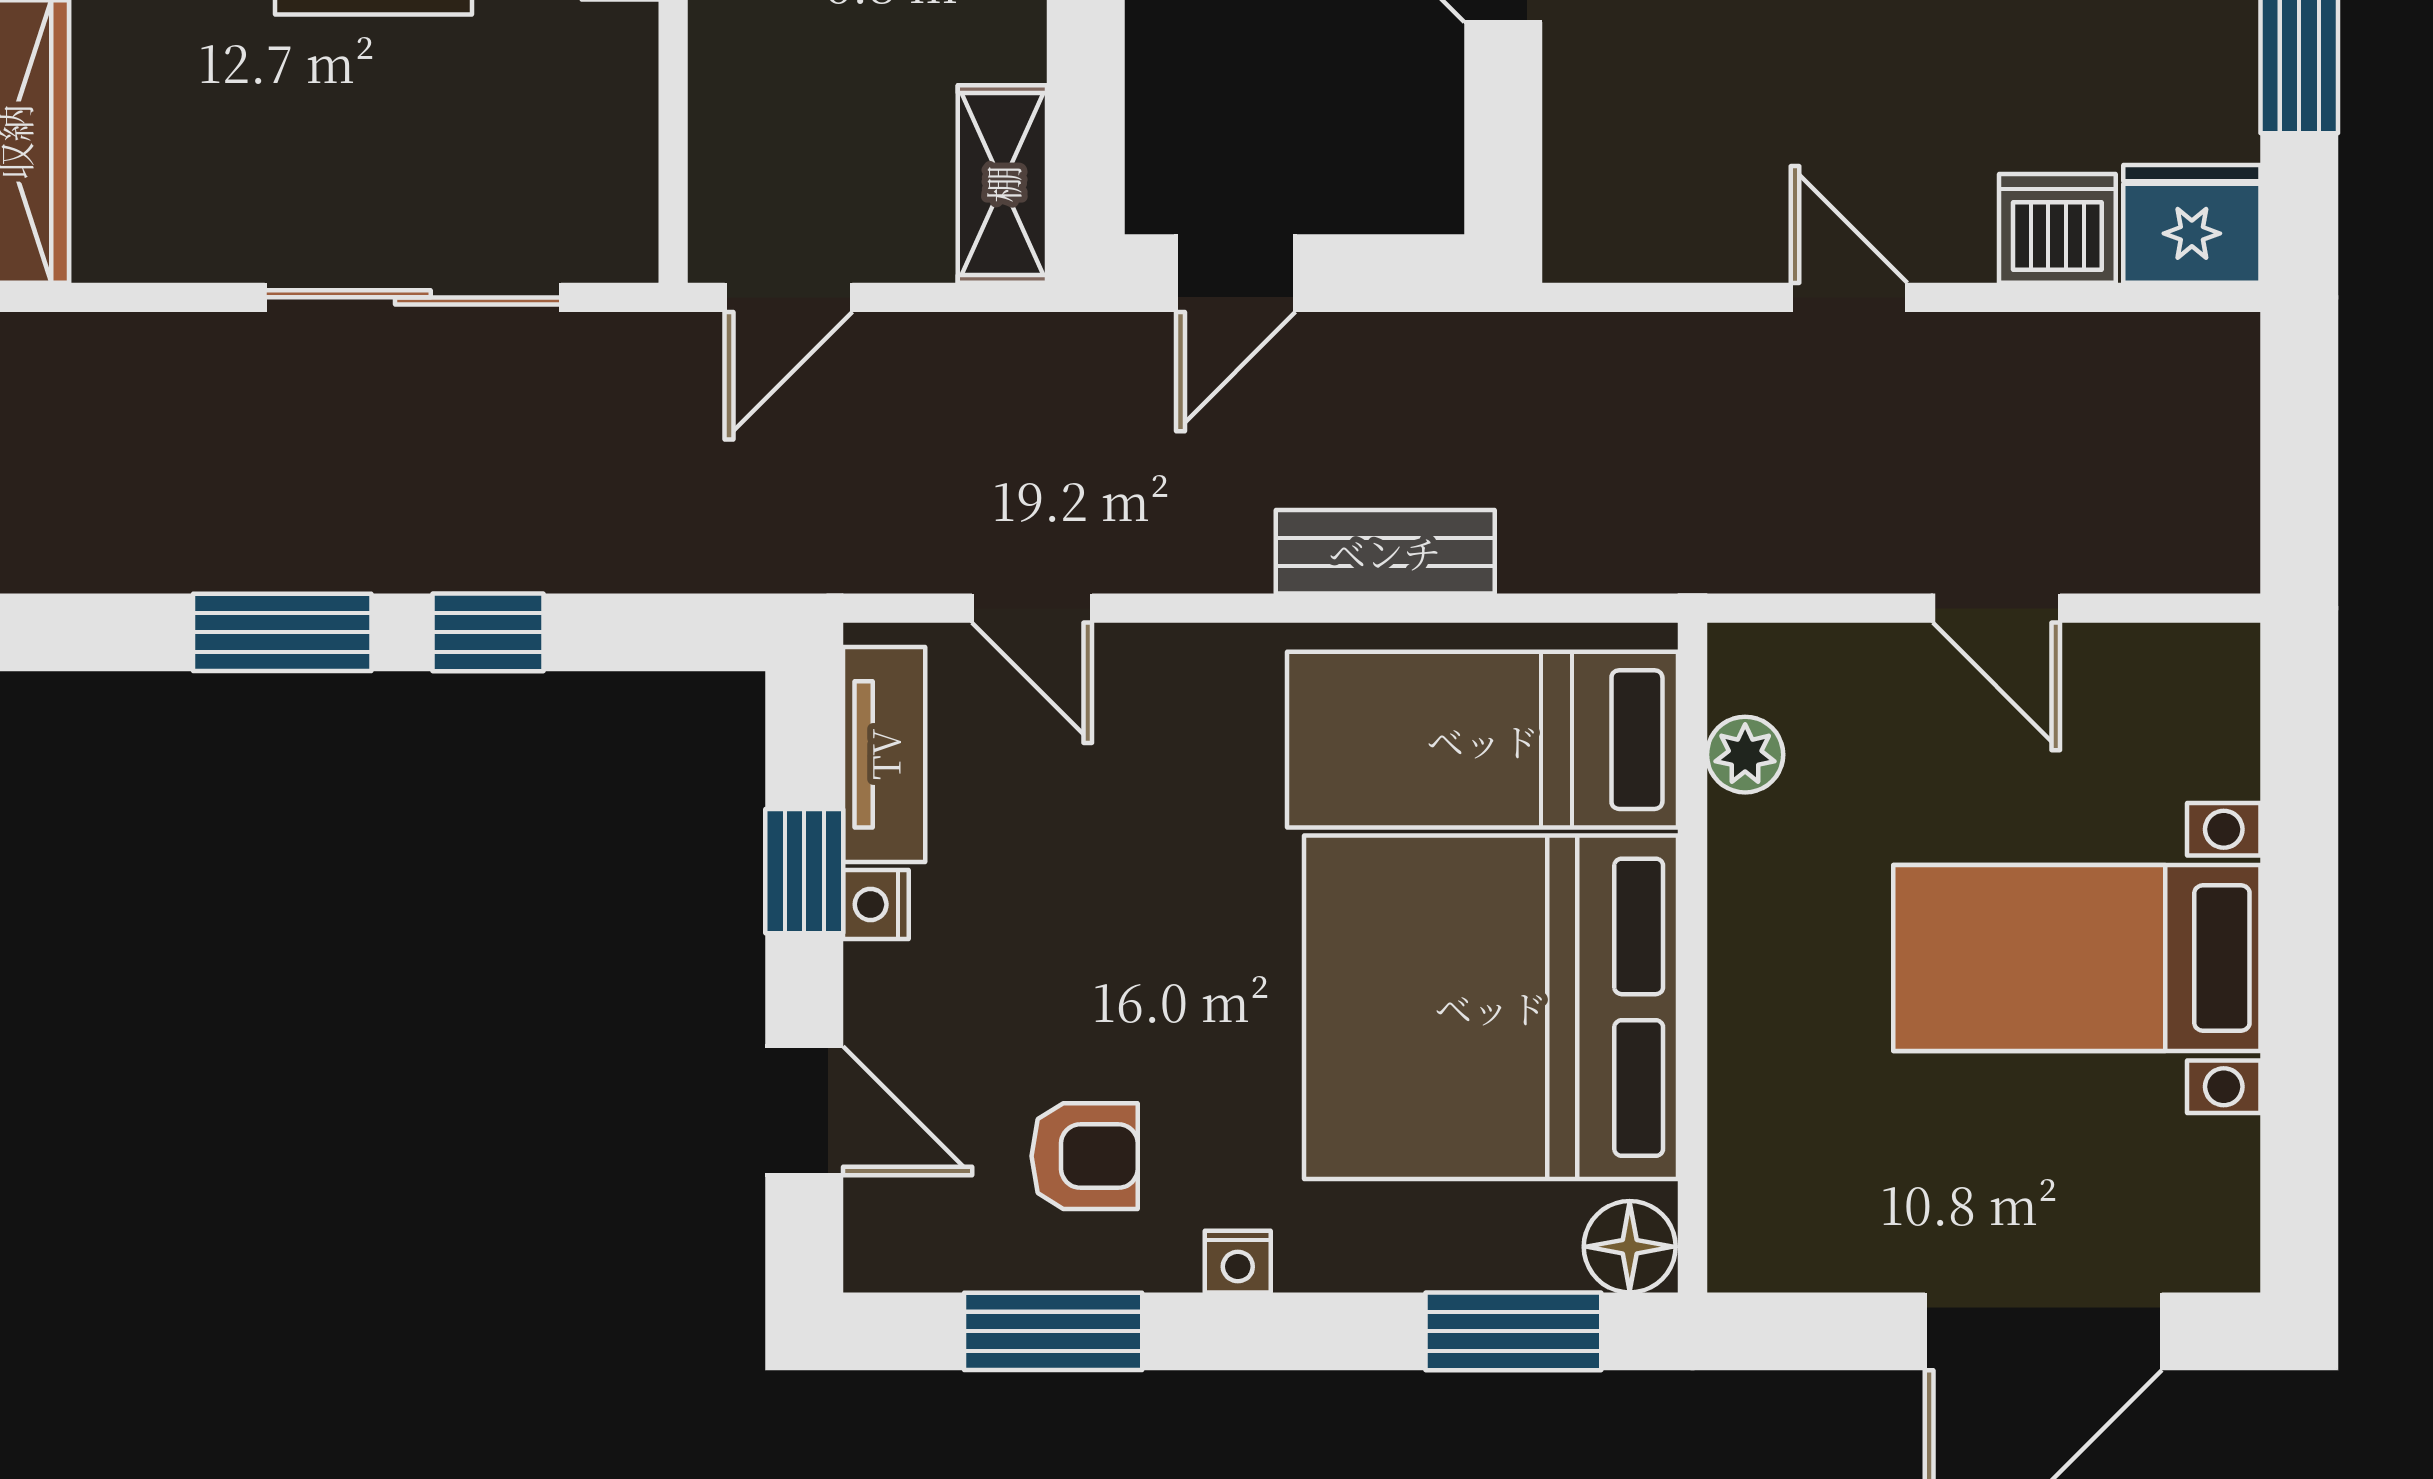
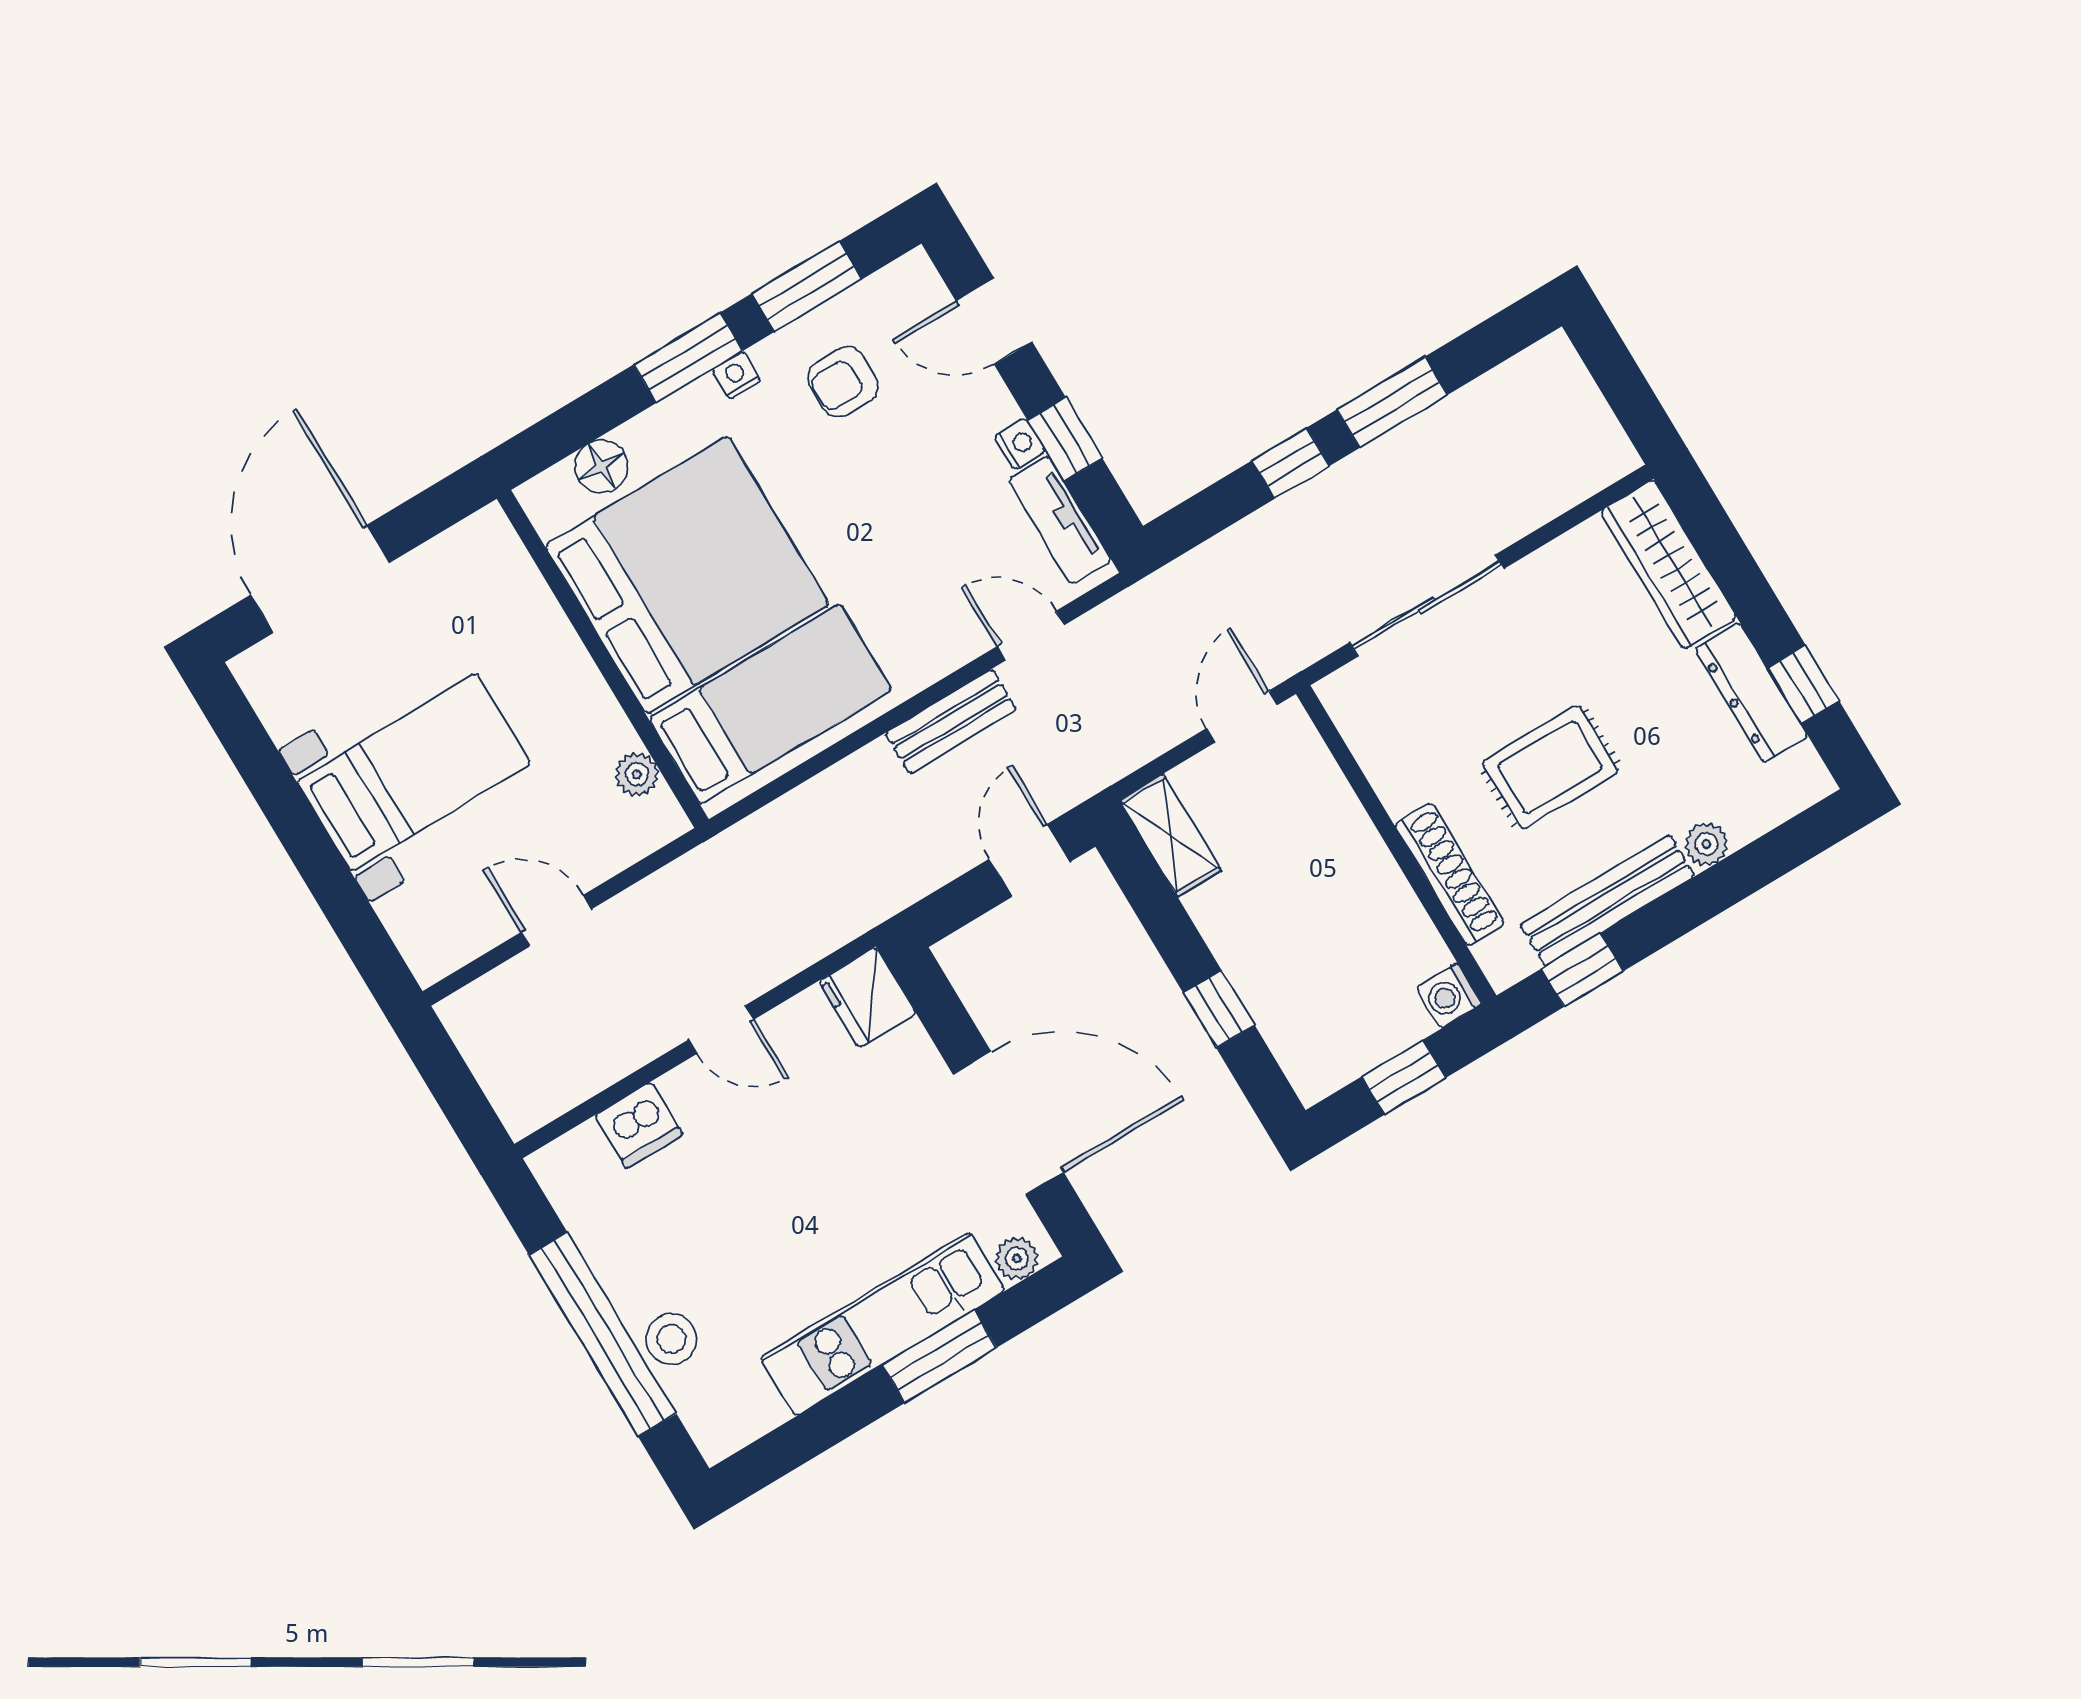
fridge: (2192, 224) -> (867, 997), moved, turned 90
bench: (1385, 552) -> (951, 721), moved
floor lamp: (1630, 1247) -> (601, 466), moved
window: (1513, 1331) -> (688, 358), moved

